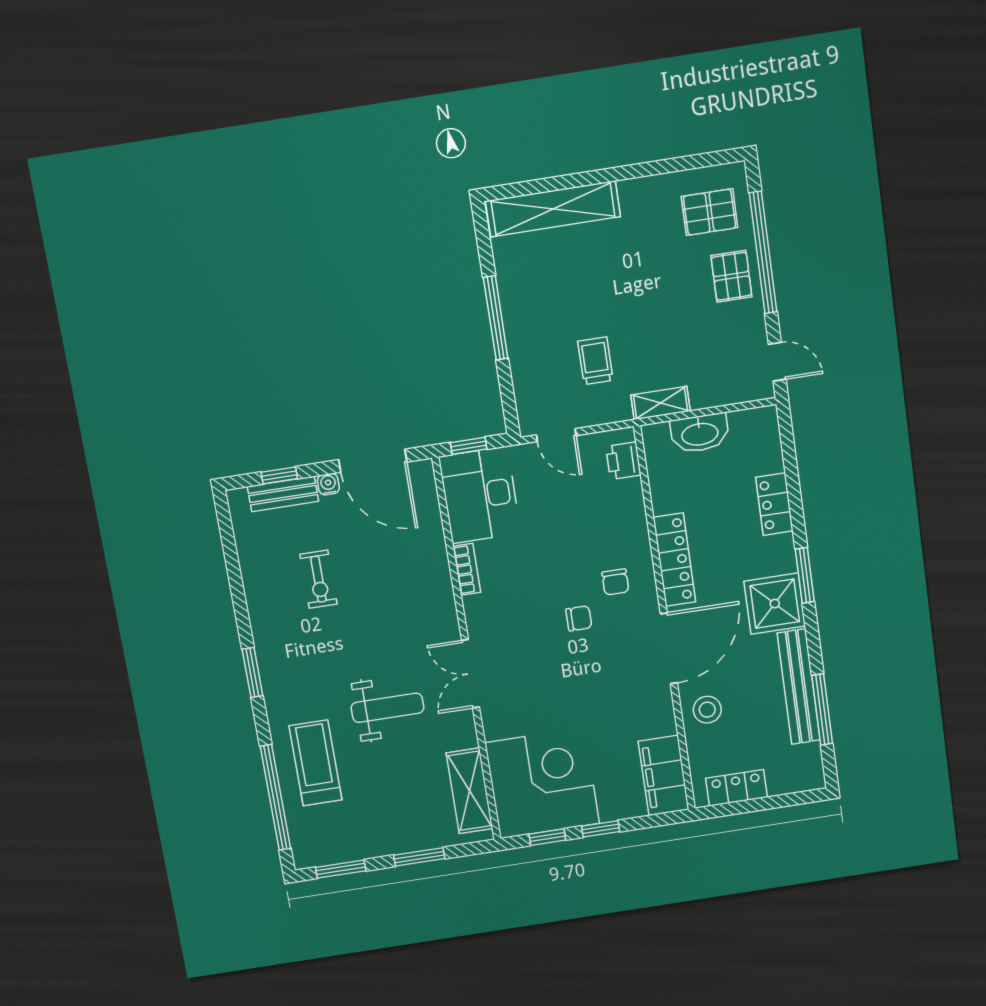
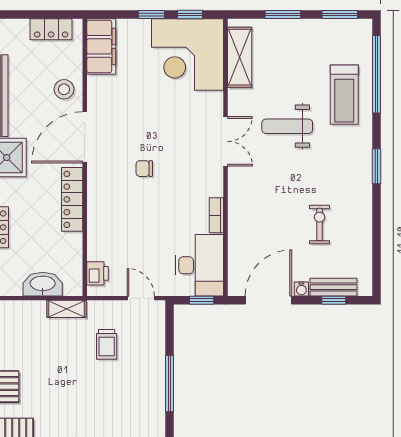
door: (373, 461) -> (268, 300), hinge flipped
chair: (615, 582) -> (115, 190), removed

